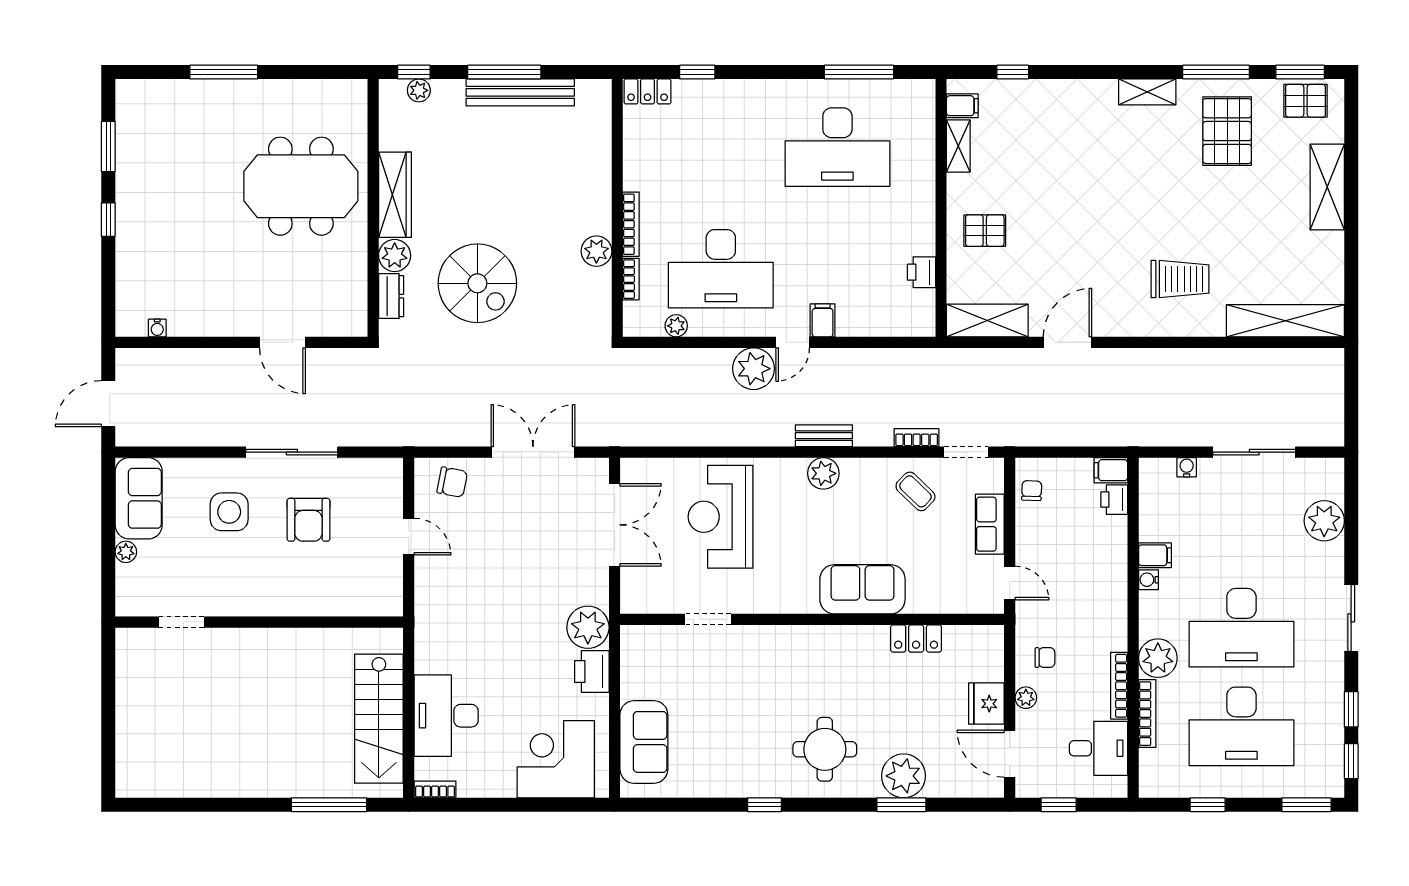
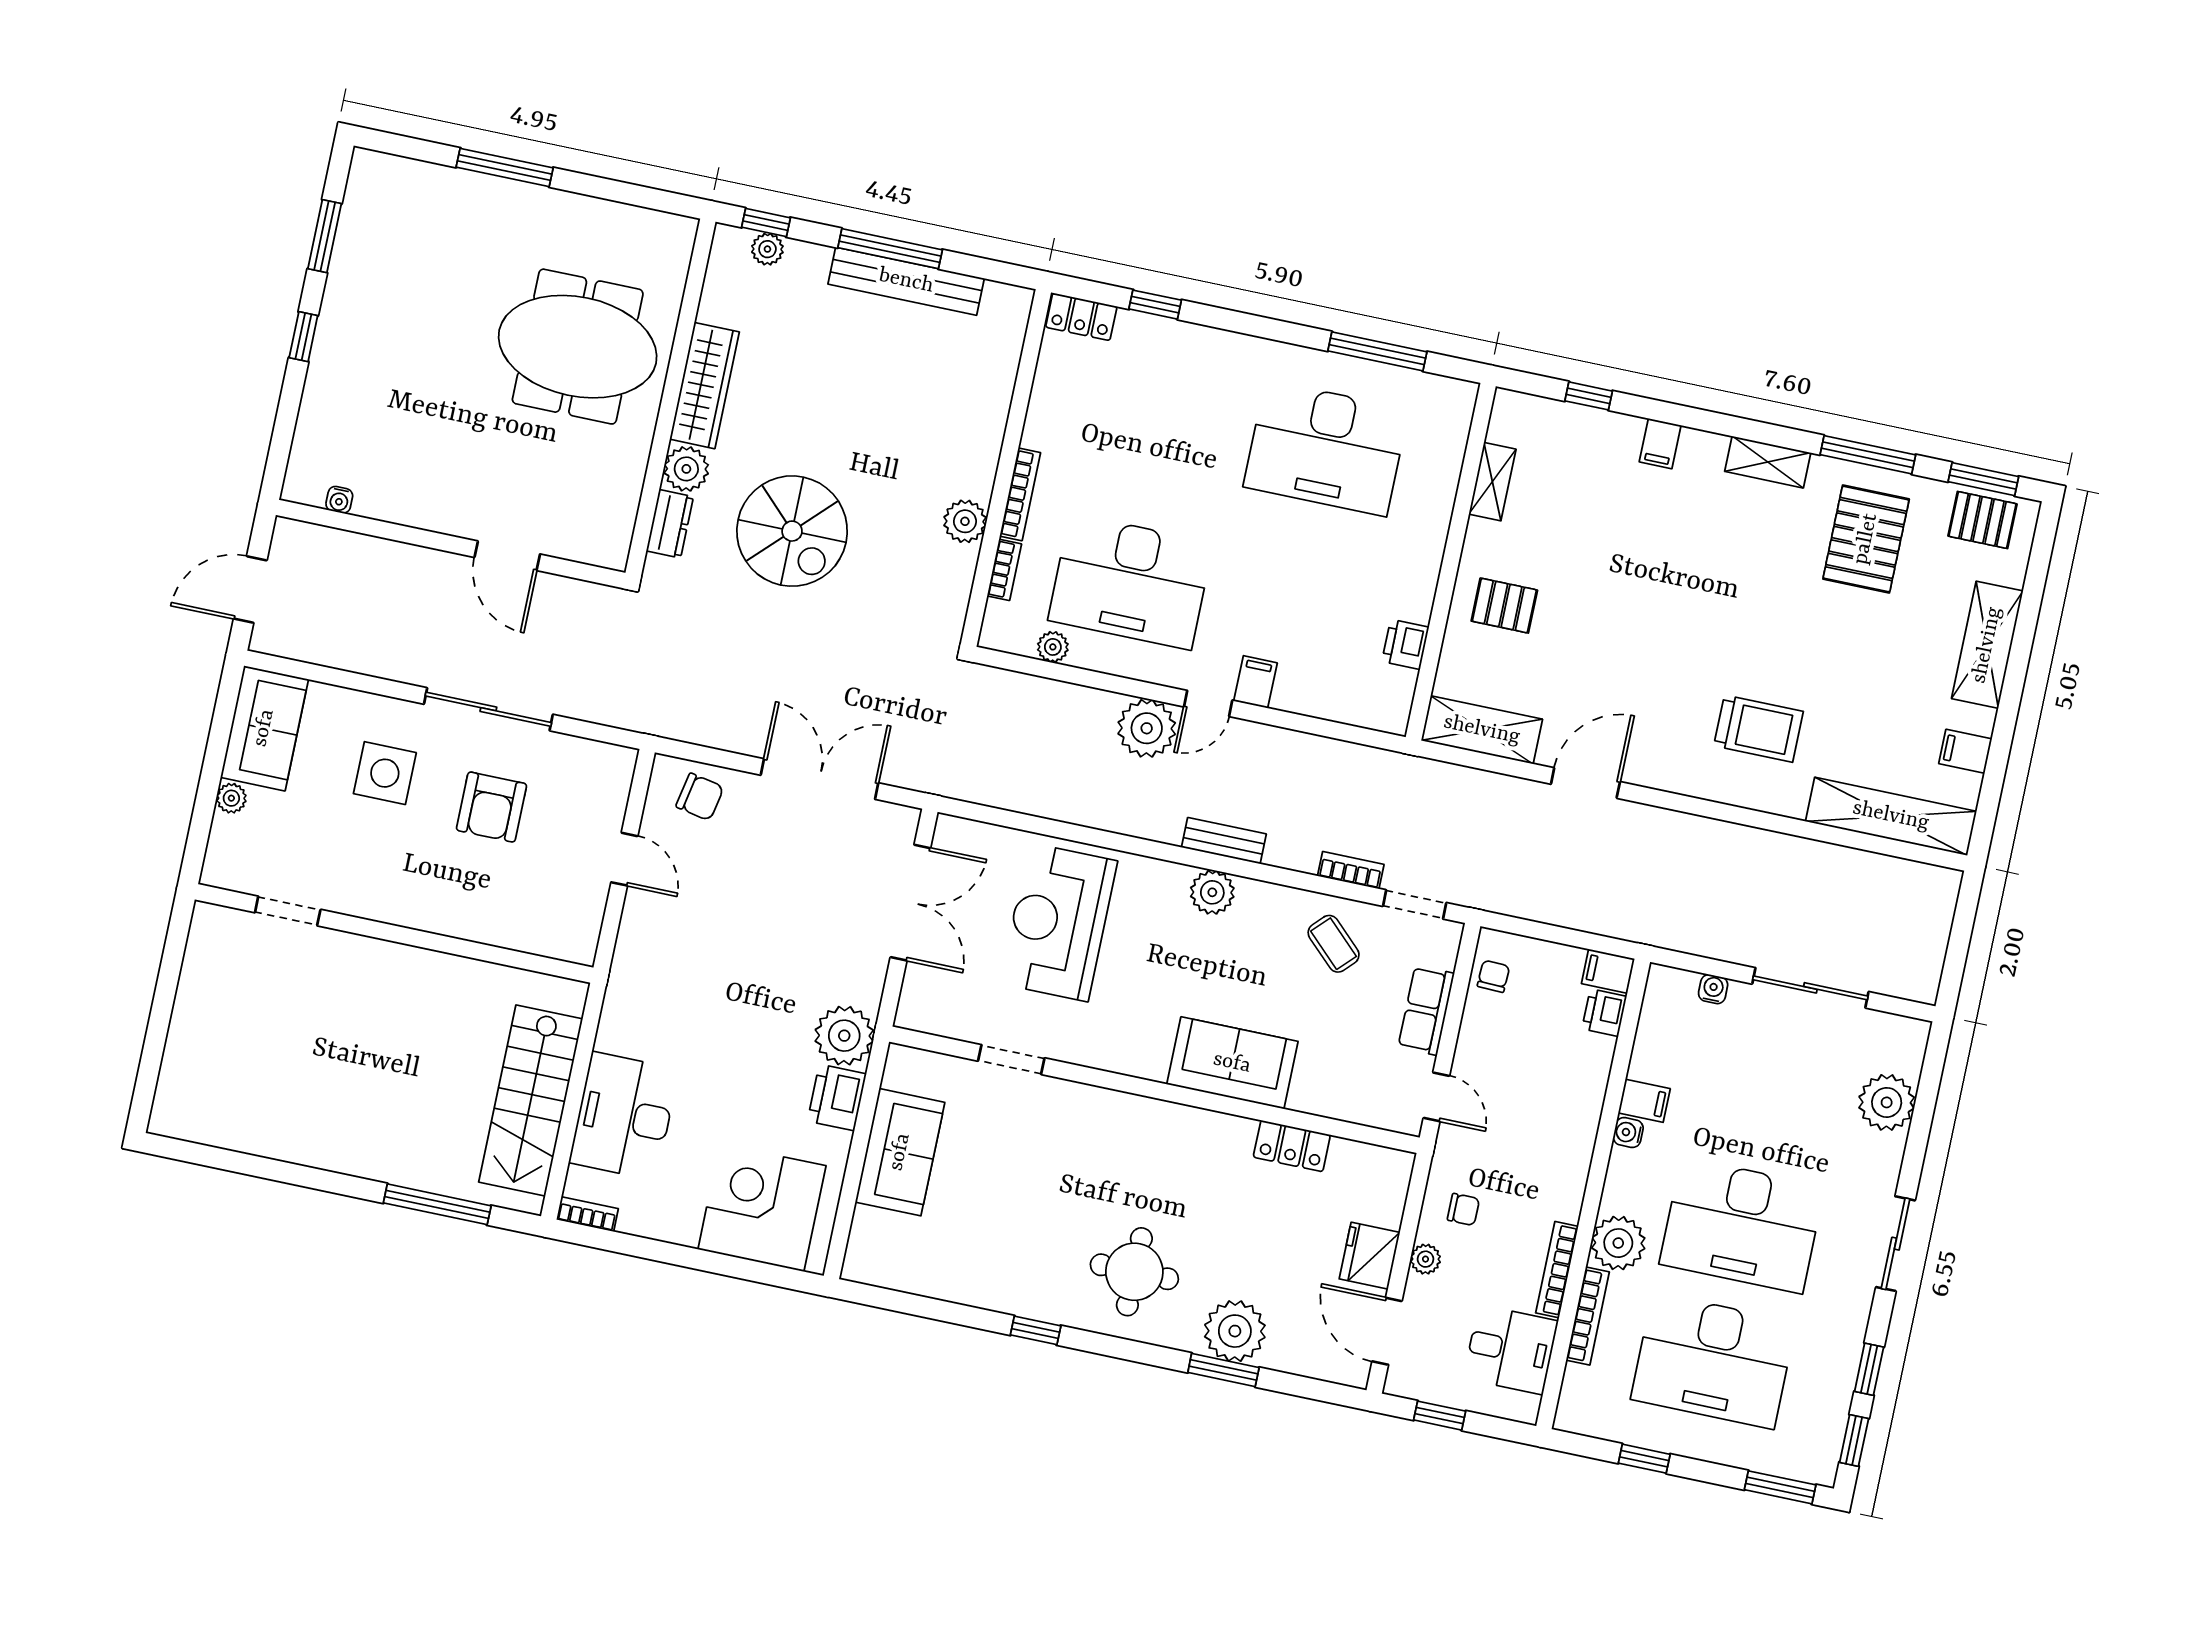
filing cabinet: (962, 106) -> (1660, 444), moved, turned 90
filing cabinet: (1328, 264) -> (1965, 751), added
sofa: (644, 742) -> (900, 1152), moved

